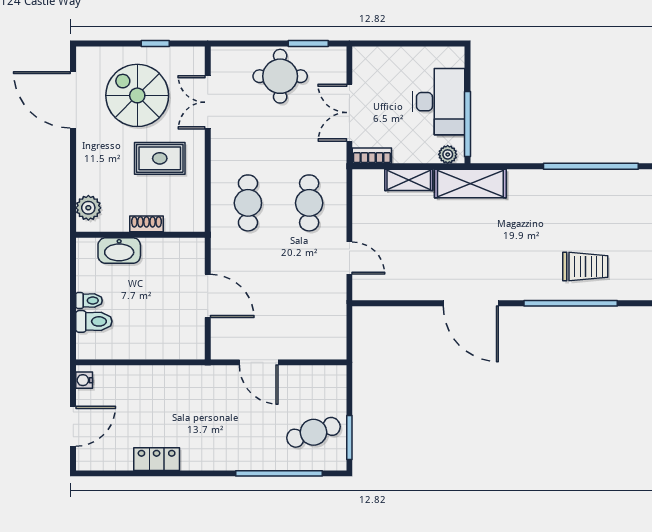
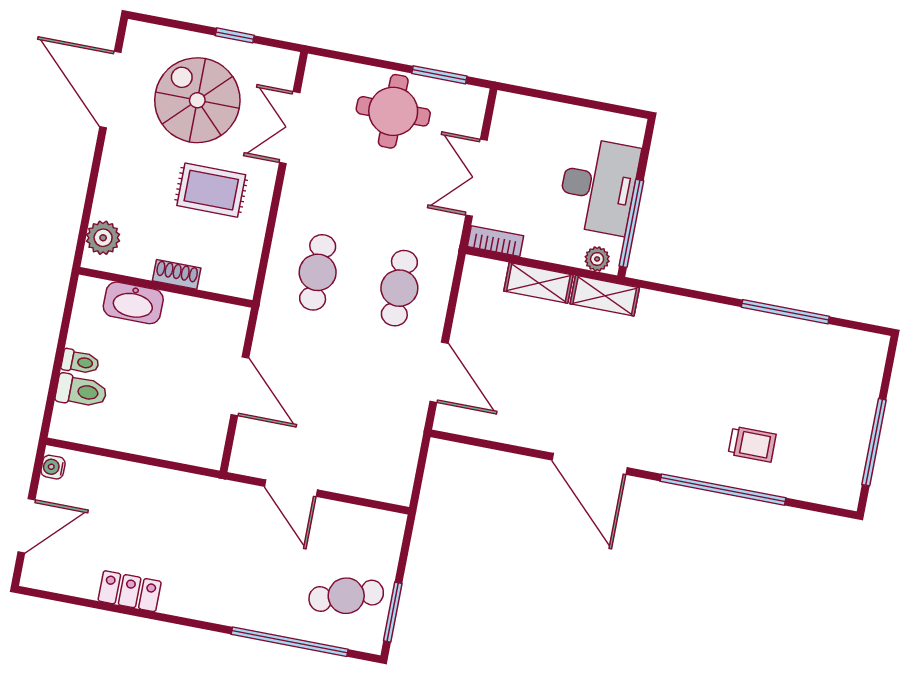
window: (591, 166) -> (785, 312), width x0.68
shelving: (470, 183) -> (605, 296), width x0.67, depth x0.75
door: (349, 258) -> (439, 372), width x1.38
trolley: (585, 267) -> (752, 444), width x0.73, depth x0.72

